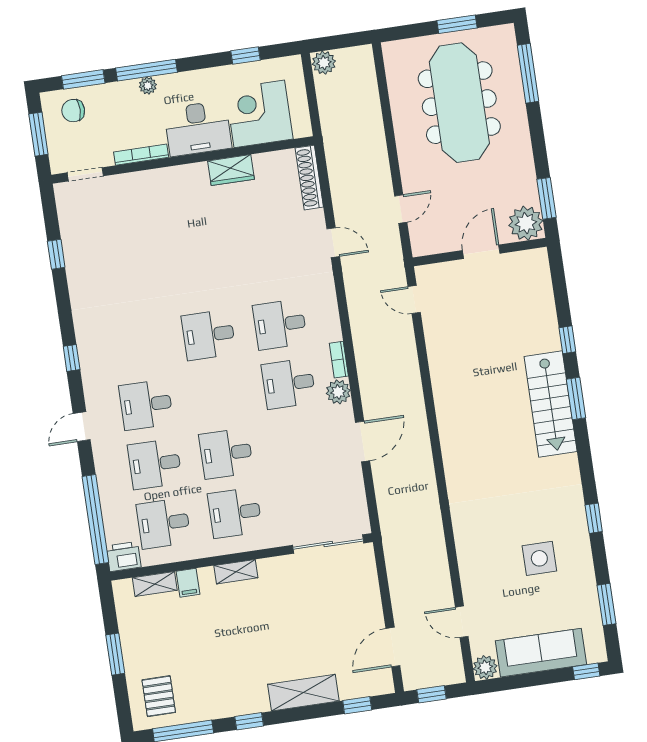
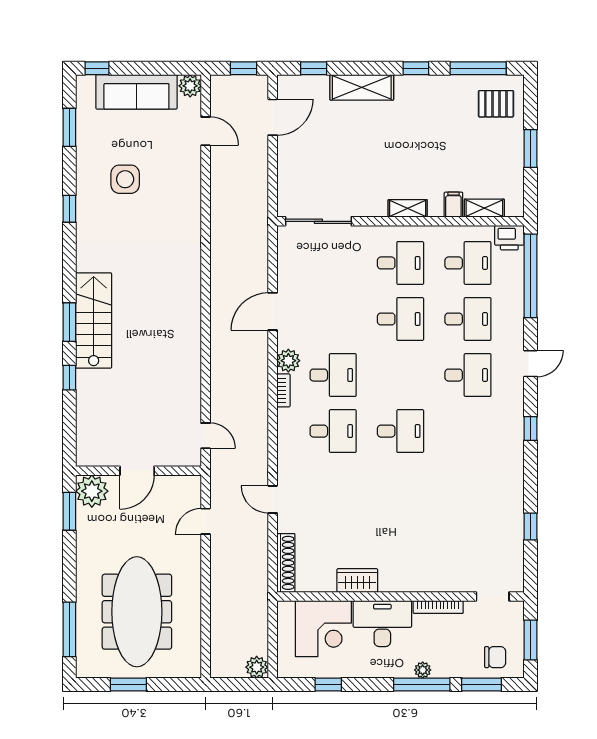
pallet: (159, 696) -> (496, 104), turned 90

